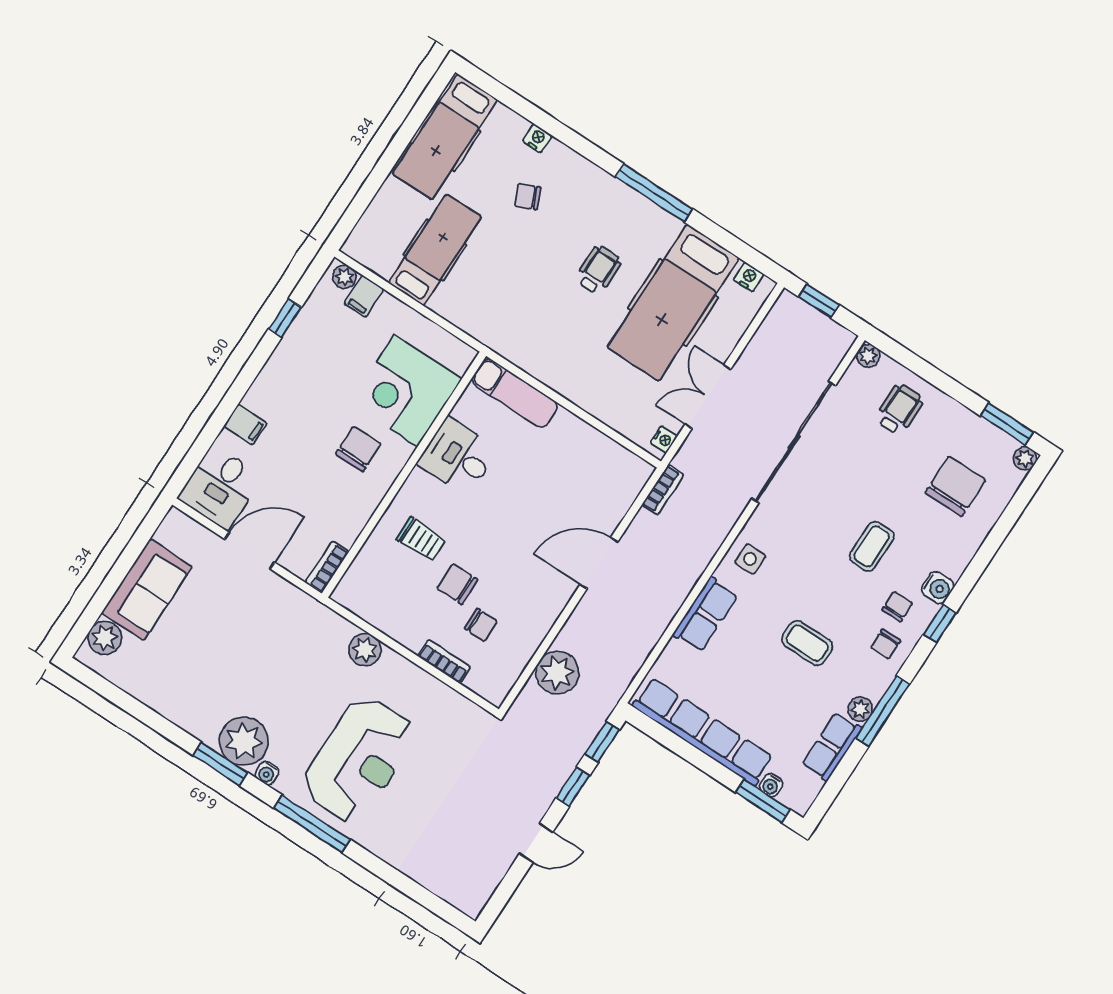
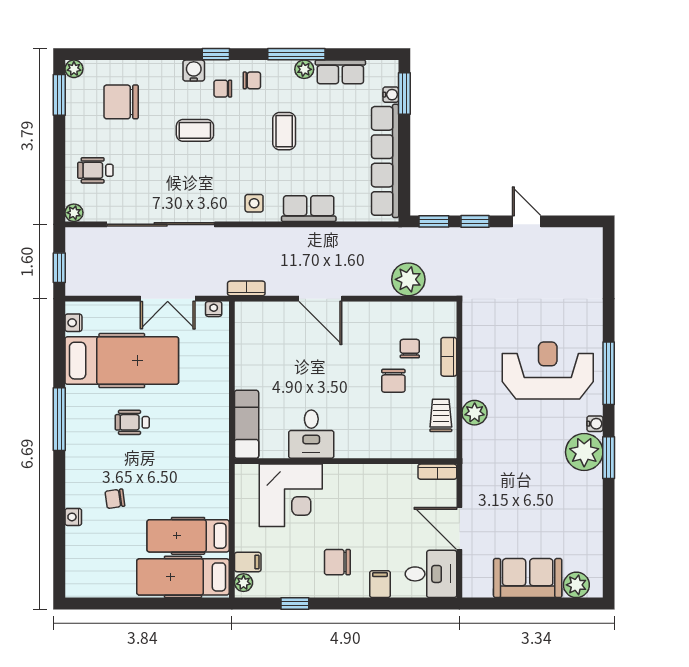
hospital bed: (445, 137) -> (183, 577), moved, turned 180
chair: (528, 197) -> (115, 499), turned 106
chair: (358, 449) -> (337, 562), moved
trolley: (421, 539) -> (441, 415), moved

